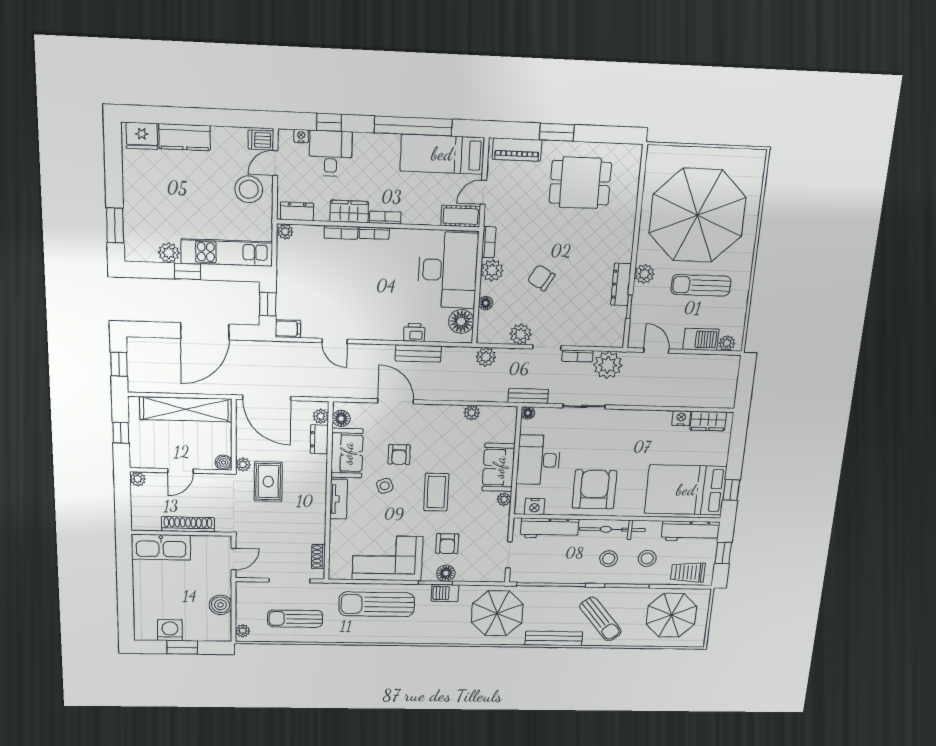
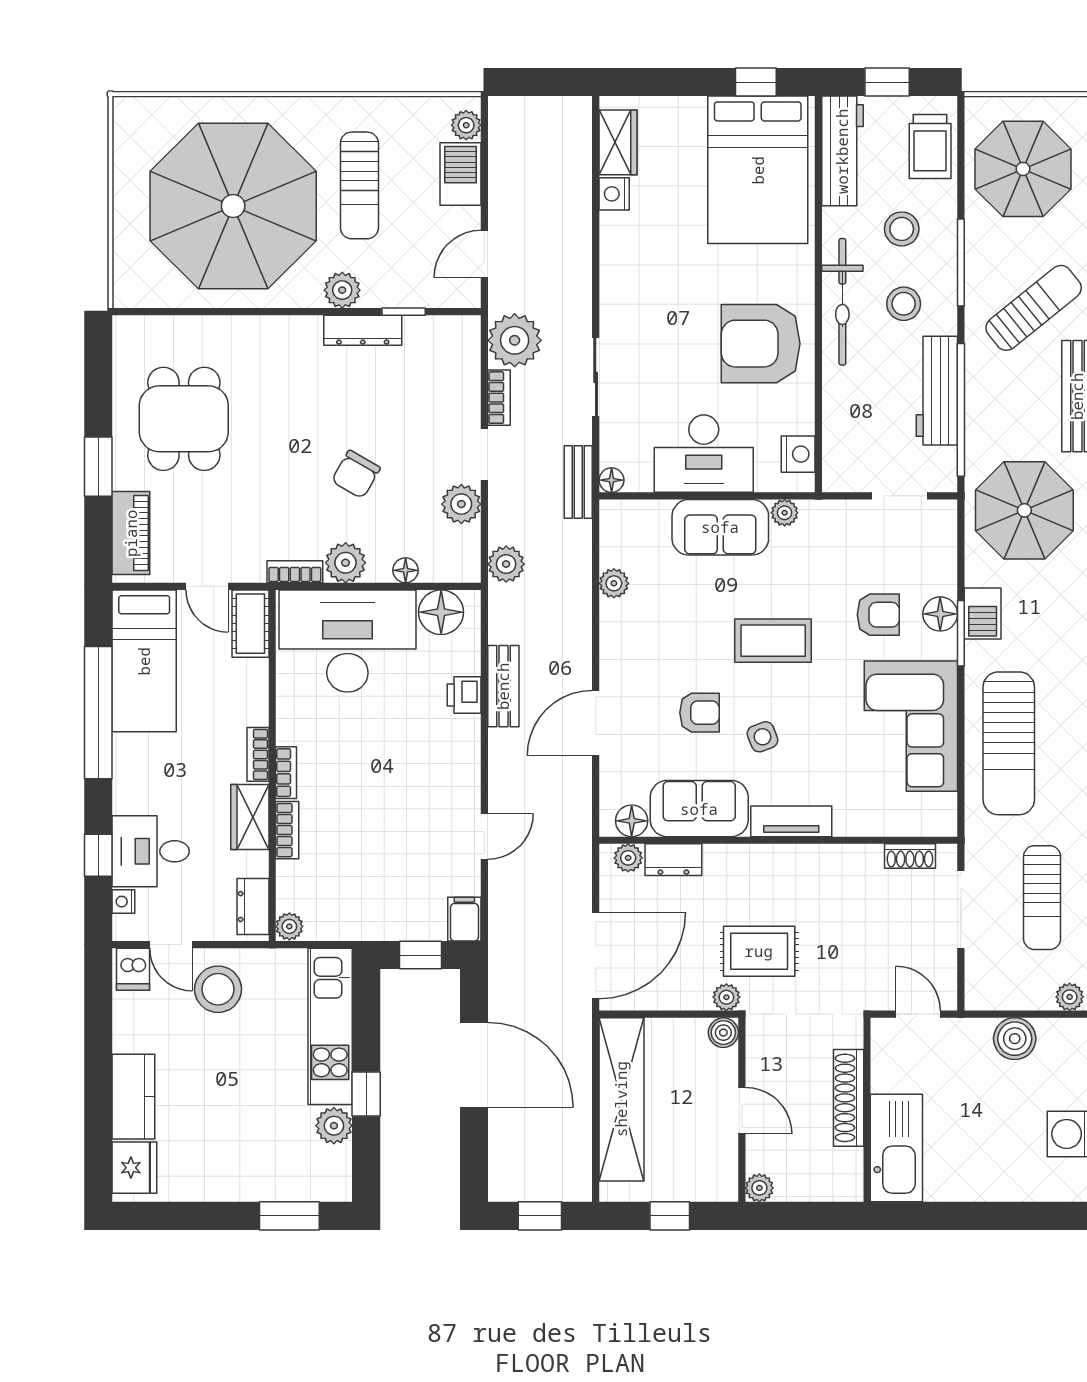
workbench: (550, 528) -> (937, 391), moved, turned 180

